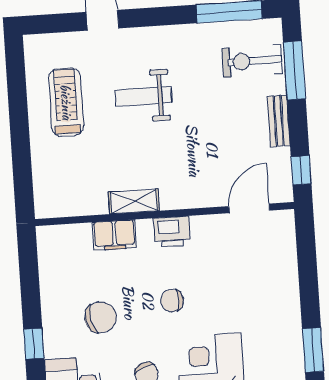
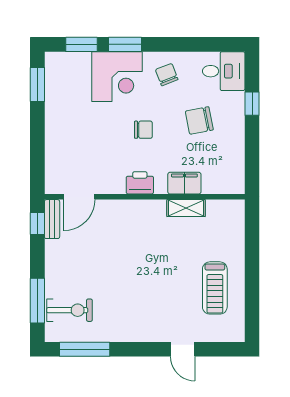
weight bench: (143, 96) -> (155, 289), removed
bench: (279, 121) -> (52, 219), moved
shelving: (134, 201) -> (186, 208), moved

